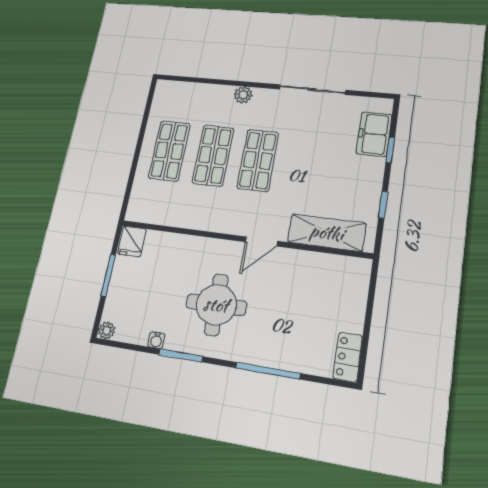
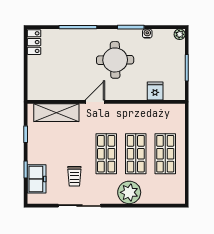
plant: (243, 95) -> (129, 192), width x1.88, depth x1.88
trolley: (313, 132) -> (74, 176), added
fridge: (132, 241) -> (155, 91), moved

